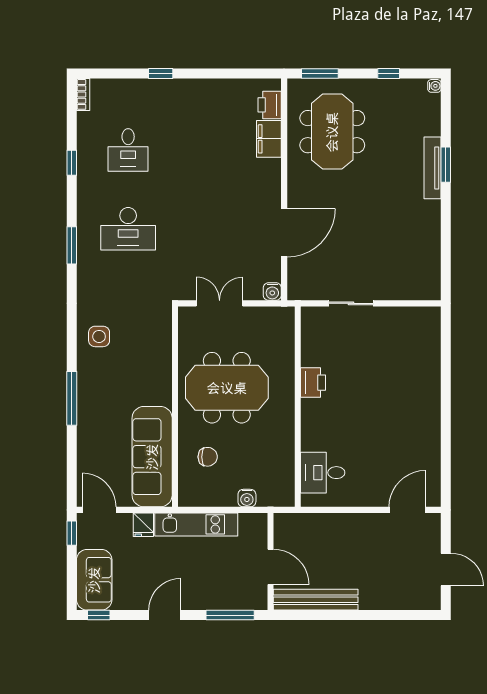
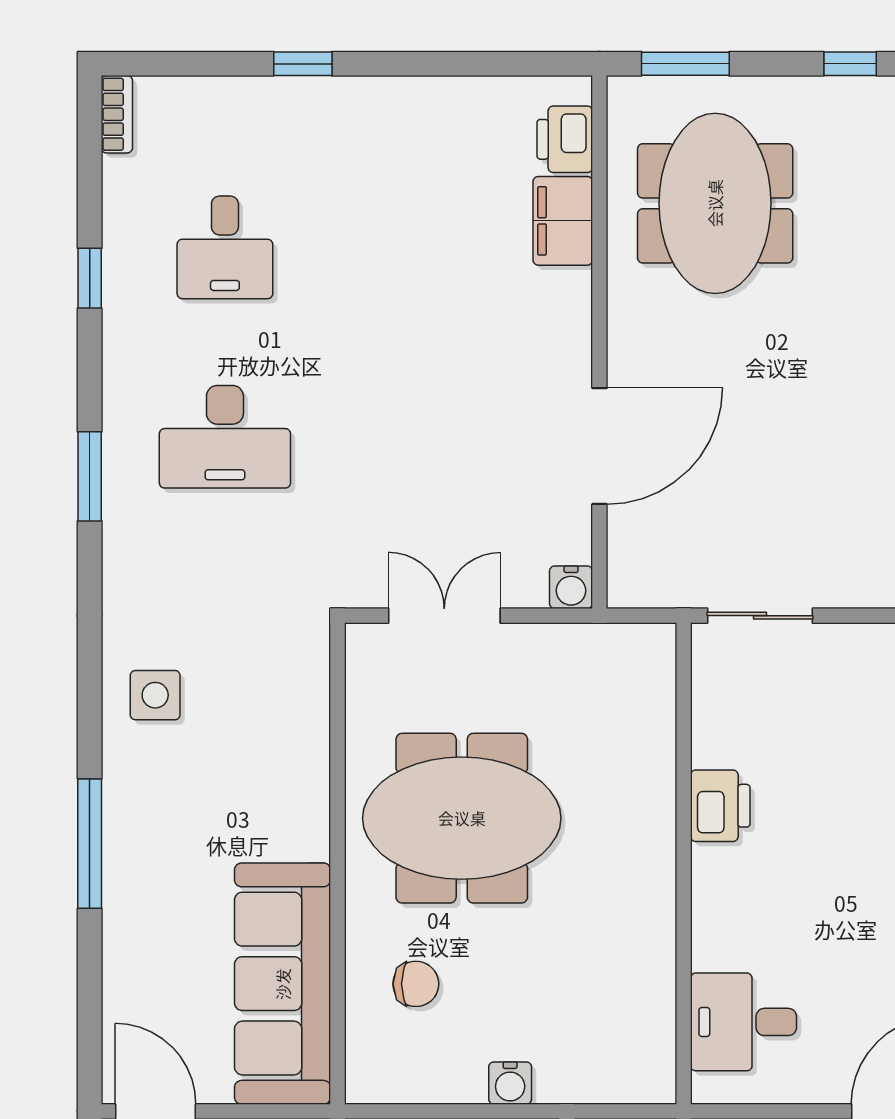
printer: (313, 383) -> (720, 806), moved
wall: (298, 407) -> (684, 864), moved
desk: (323, 473) -> (743, 1022), moved

